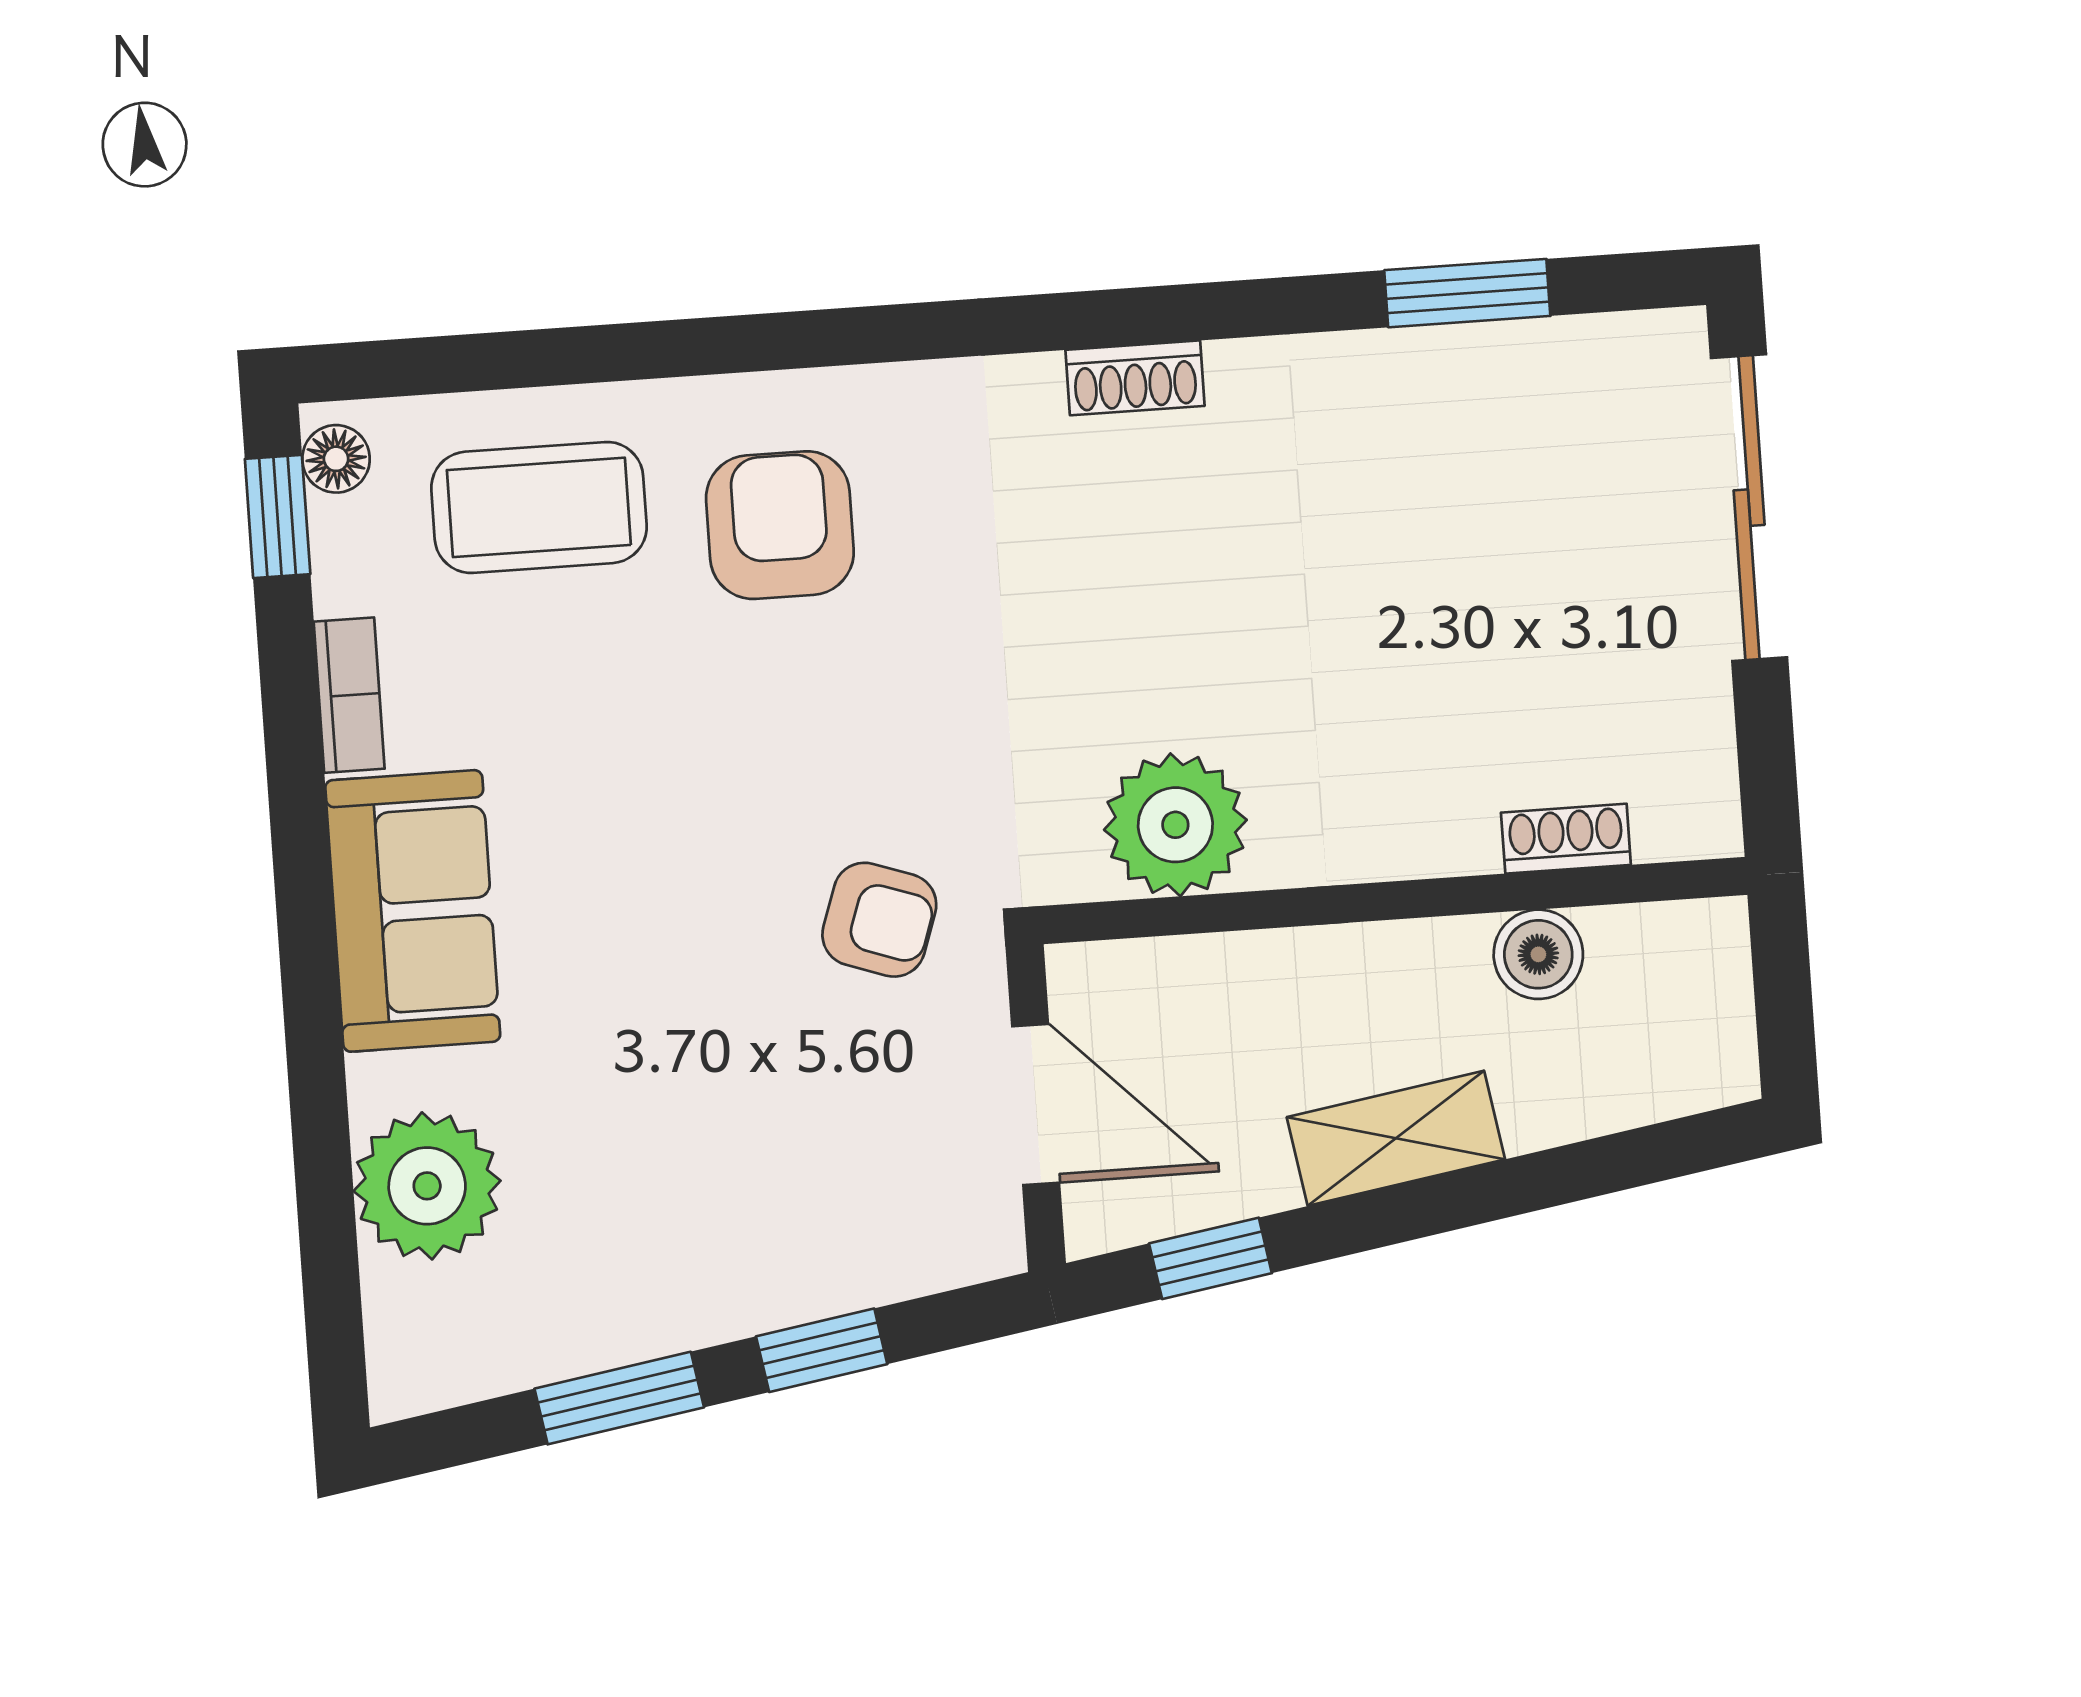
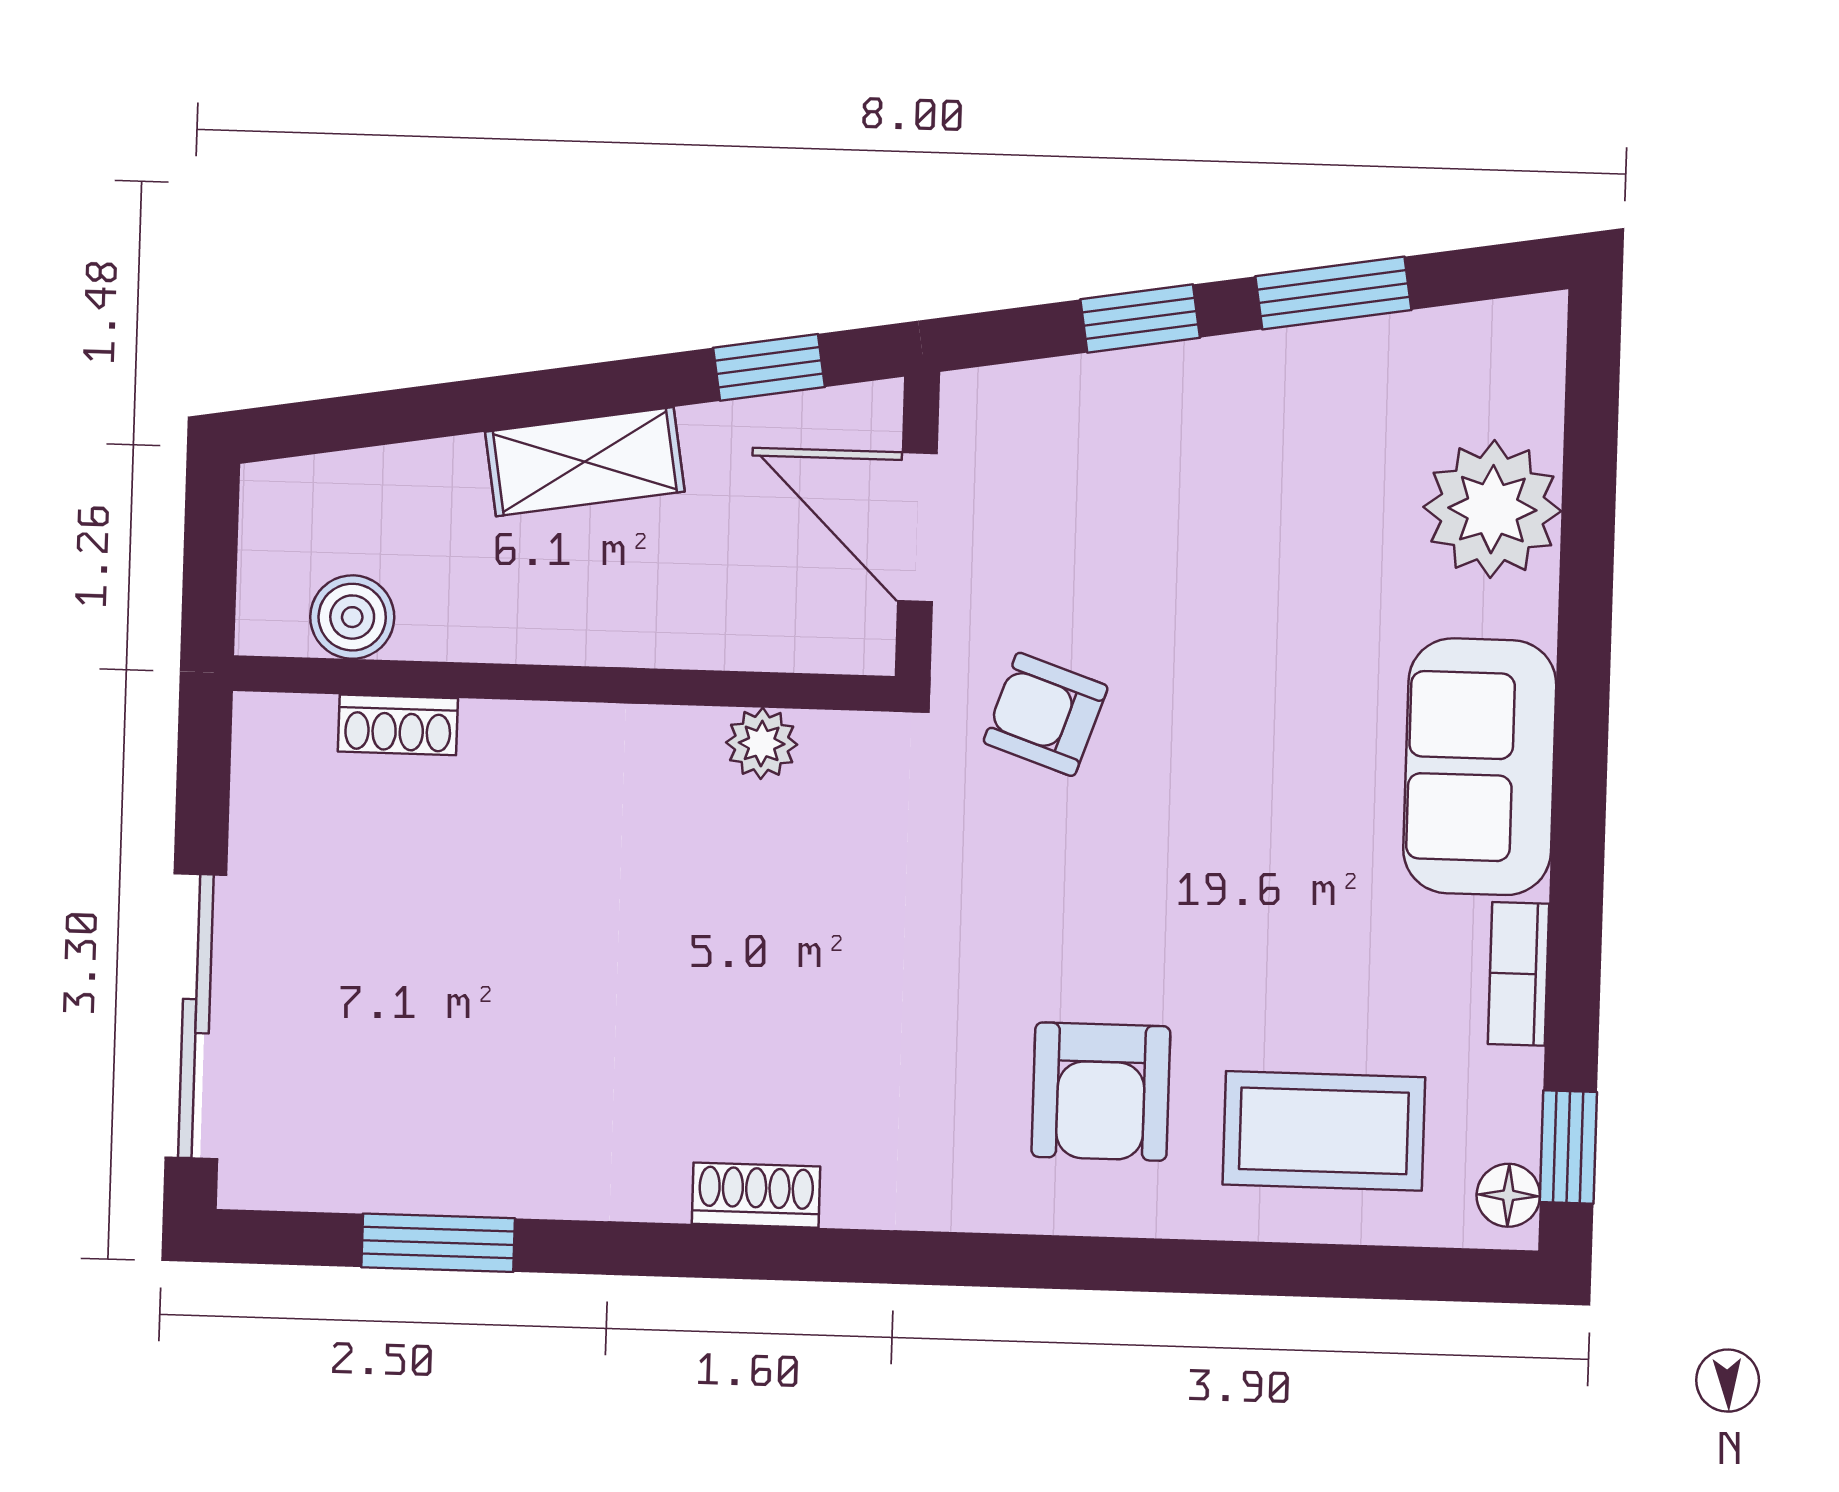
plant: (1175, 825) -> (762, 743), width x0.53, depth x0.53
boiler: (1538, 954) -> (352, 617), moved

